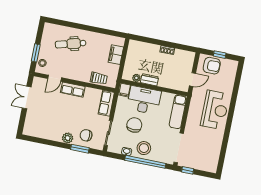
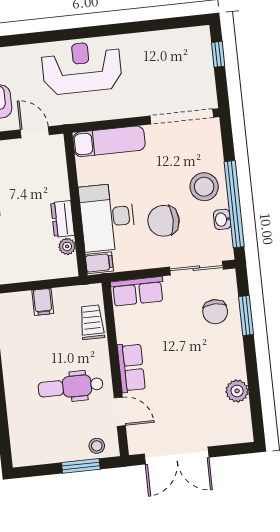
dental chair: (71, 44) -> (71, 387), moved, turned 105
filing cabinet: (116, 55) -> (43, 302), width x0.50
double door: (27, 98) -> (177, 456), width x1.37
plant: (68, 138) -> (237, 391), moved
window: (145, 162) -> (234, 204), moved
window: (188, 170) -> (218, 54), moved

